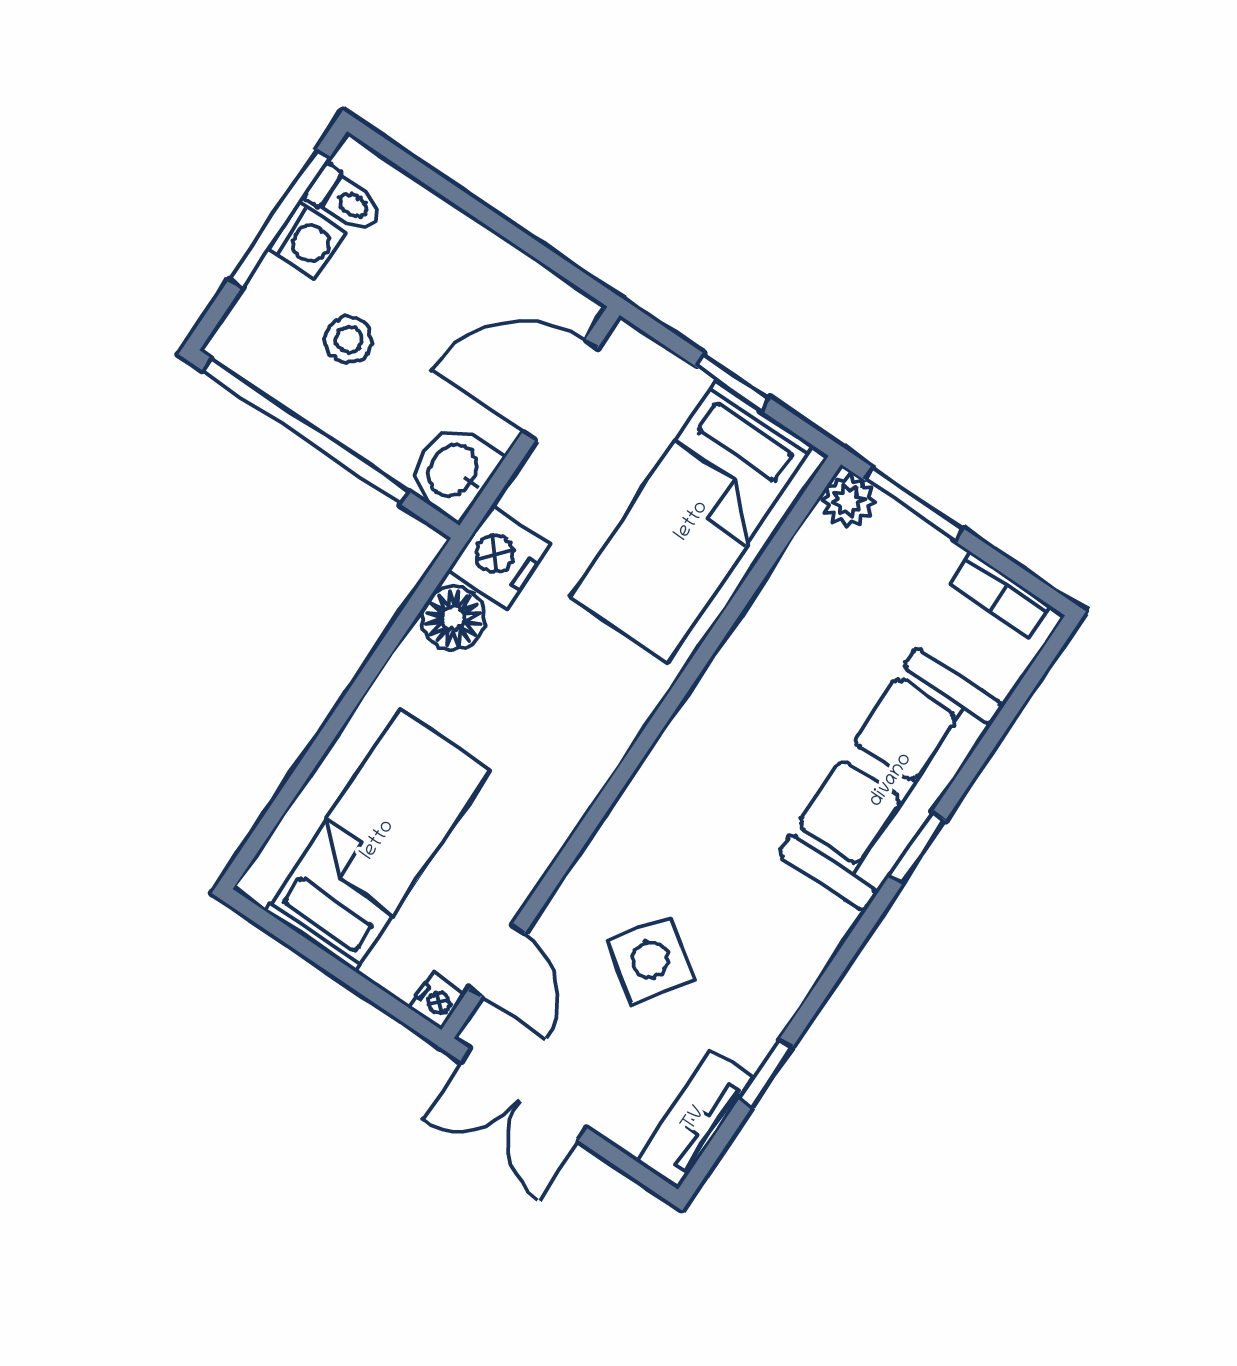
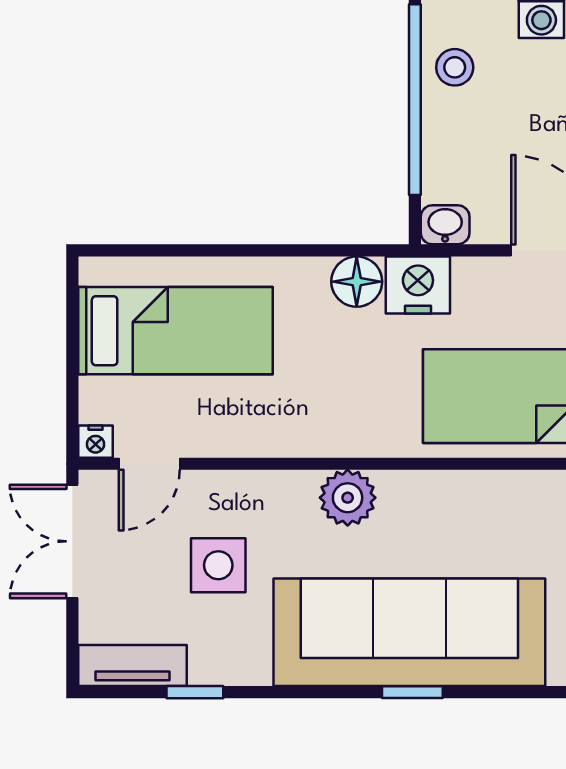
stool: (349, 340) -> (455, 67), moved
washbasin: (454, 471) -> (445, 225), width x0.72, depth x0.69
plant: (671, 779) -> (348, 498), added
sofa: (891, 780) -> (409, 632), width x1.36, depth x1.27
side table: (651, 960) -> (218, 565), turned -35

